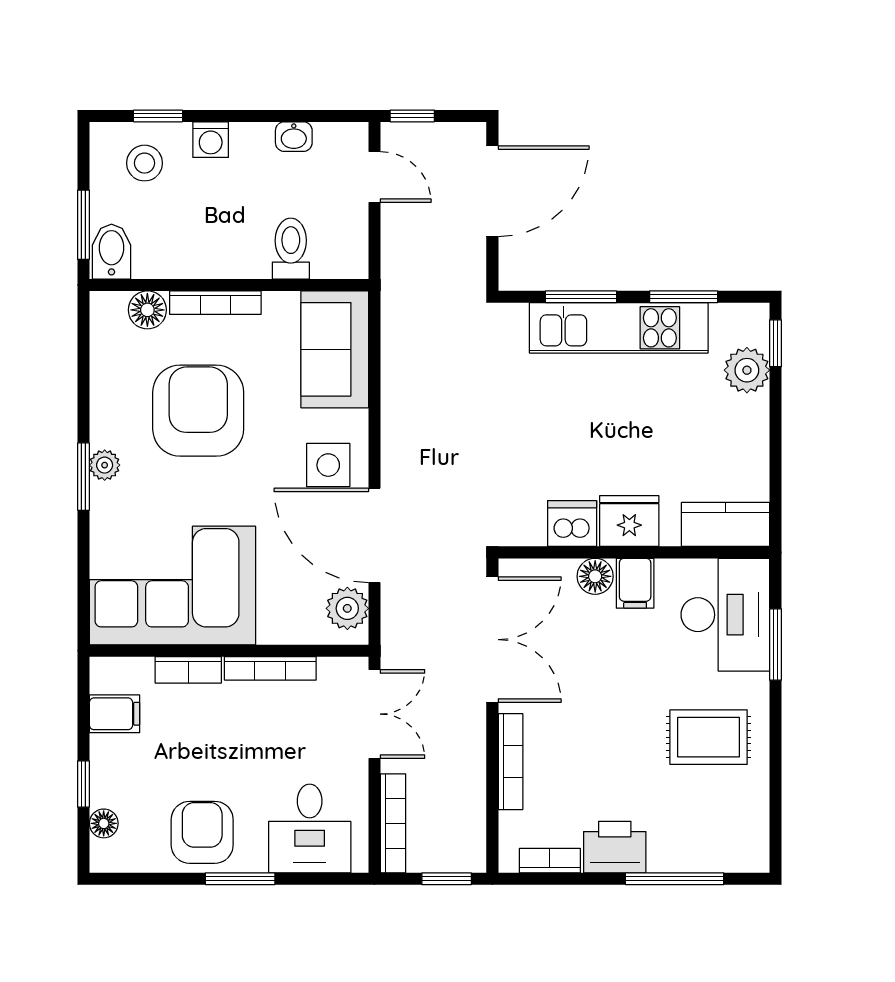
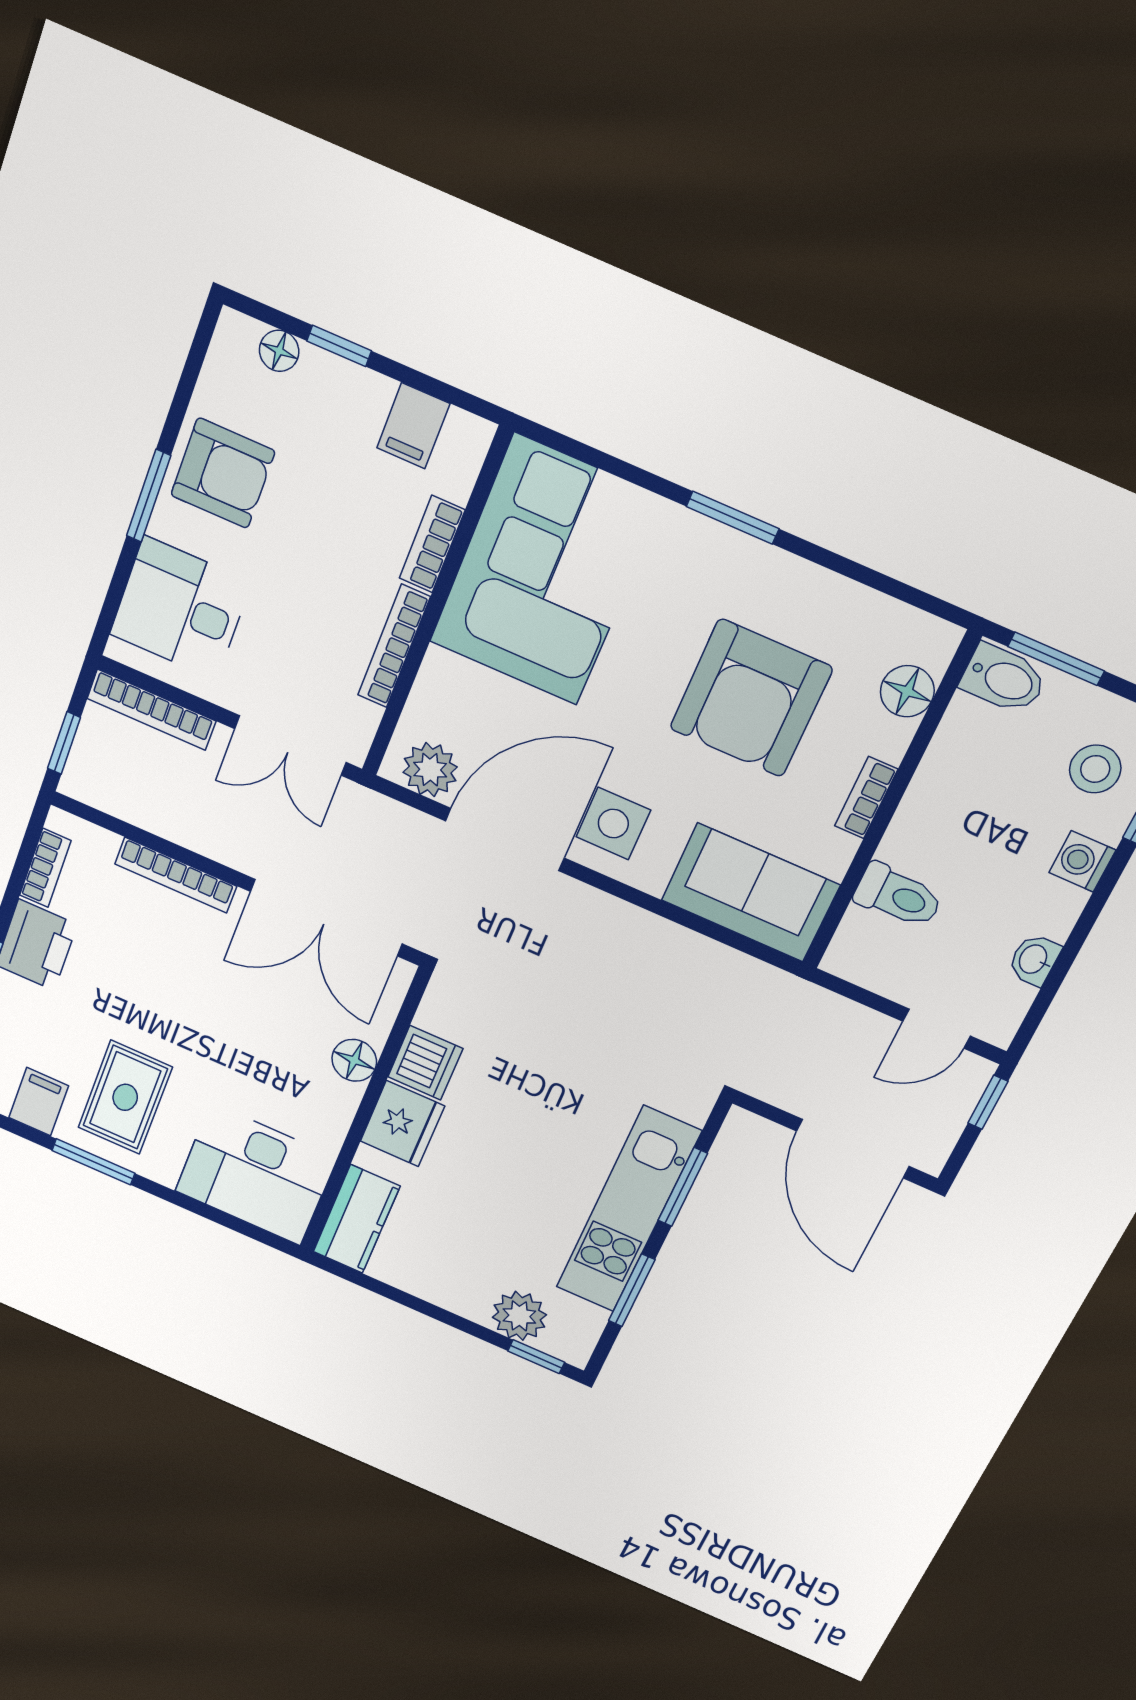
bookcase: (215, 303) -> (866, 798), width x0.64
armchair: (198, 411) -> (751, 698), turned 90
plant: (105, 465) -> (735, 551), removed
filing cabinet: (635, 583) -> (39, 1102), moved, turned 90
window: (775, 645) -> (93, 1162), moved

